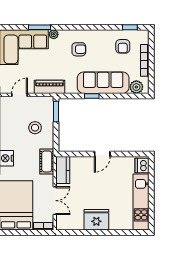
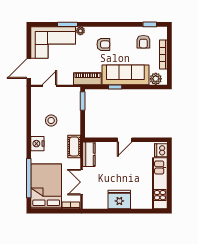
piano: (49, 87) -> (87, 79), moved
stool: (35, 128) -> (51, 120), moved
double door: (55, 201) -> (81, 182), swing flipped

